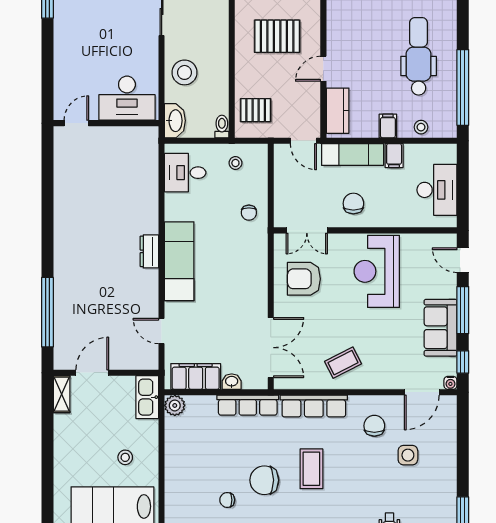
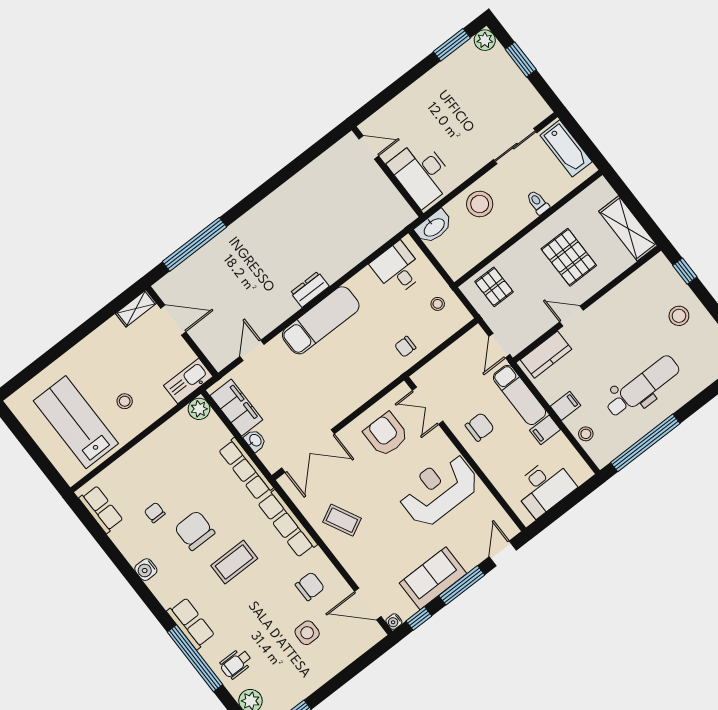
toilet: (222, 126) -> (538, 202), moved, turned -90

